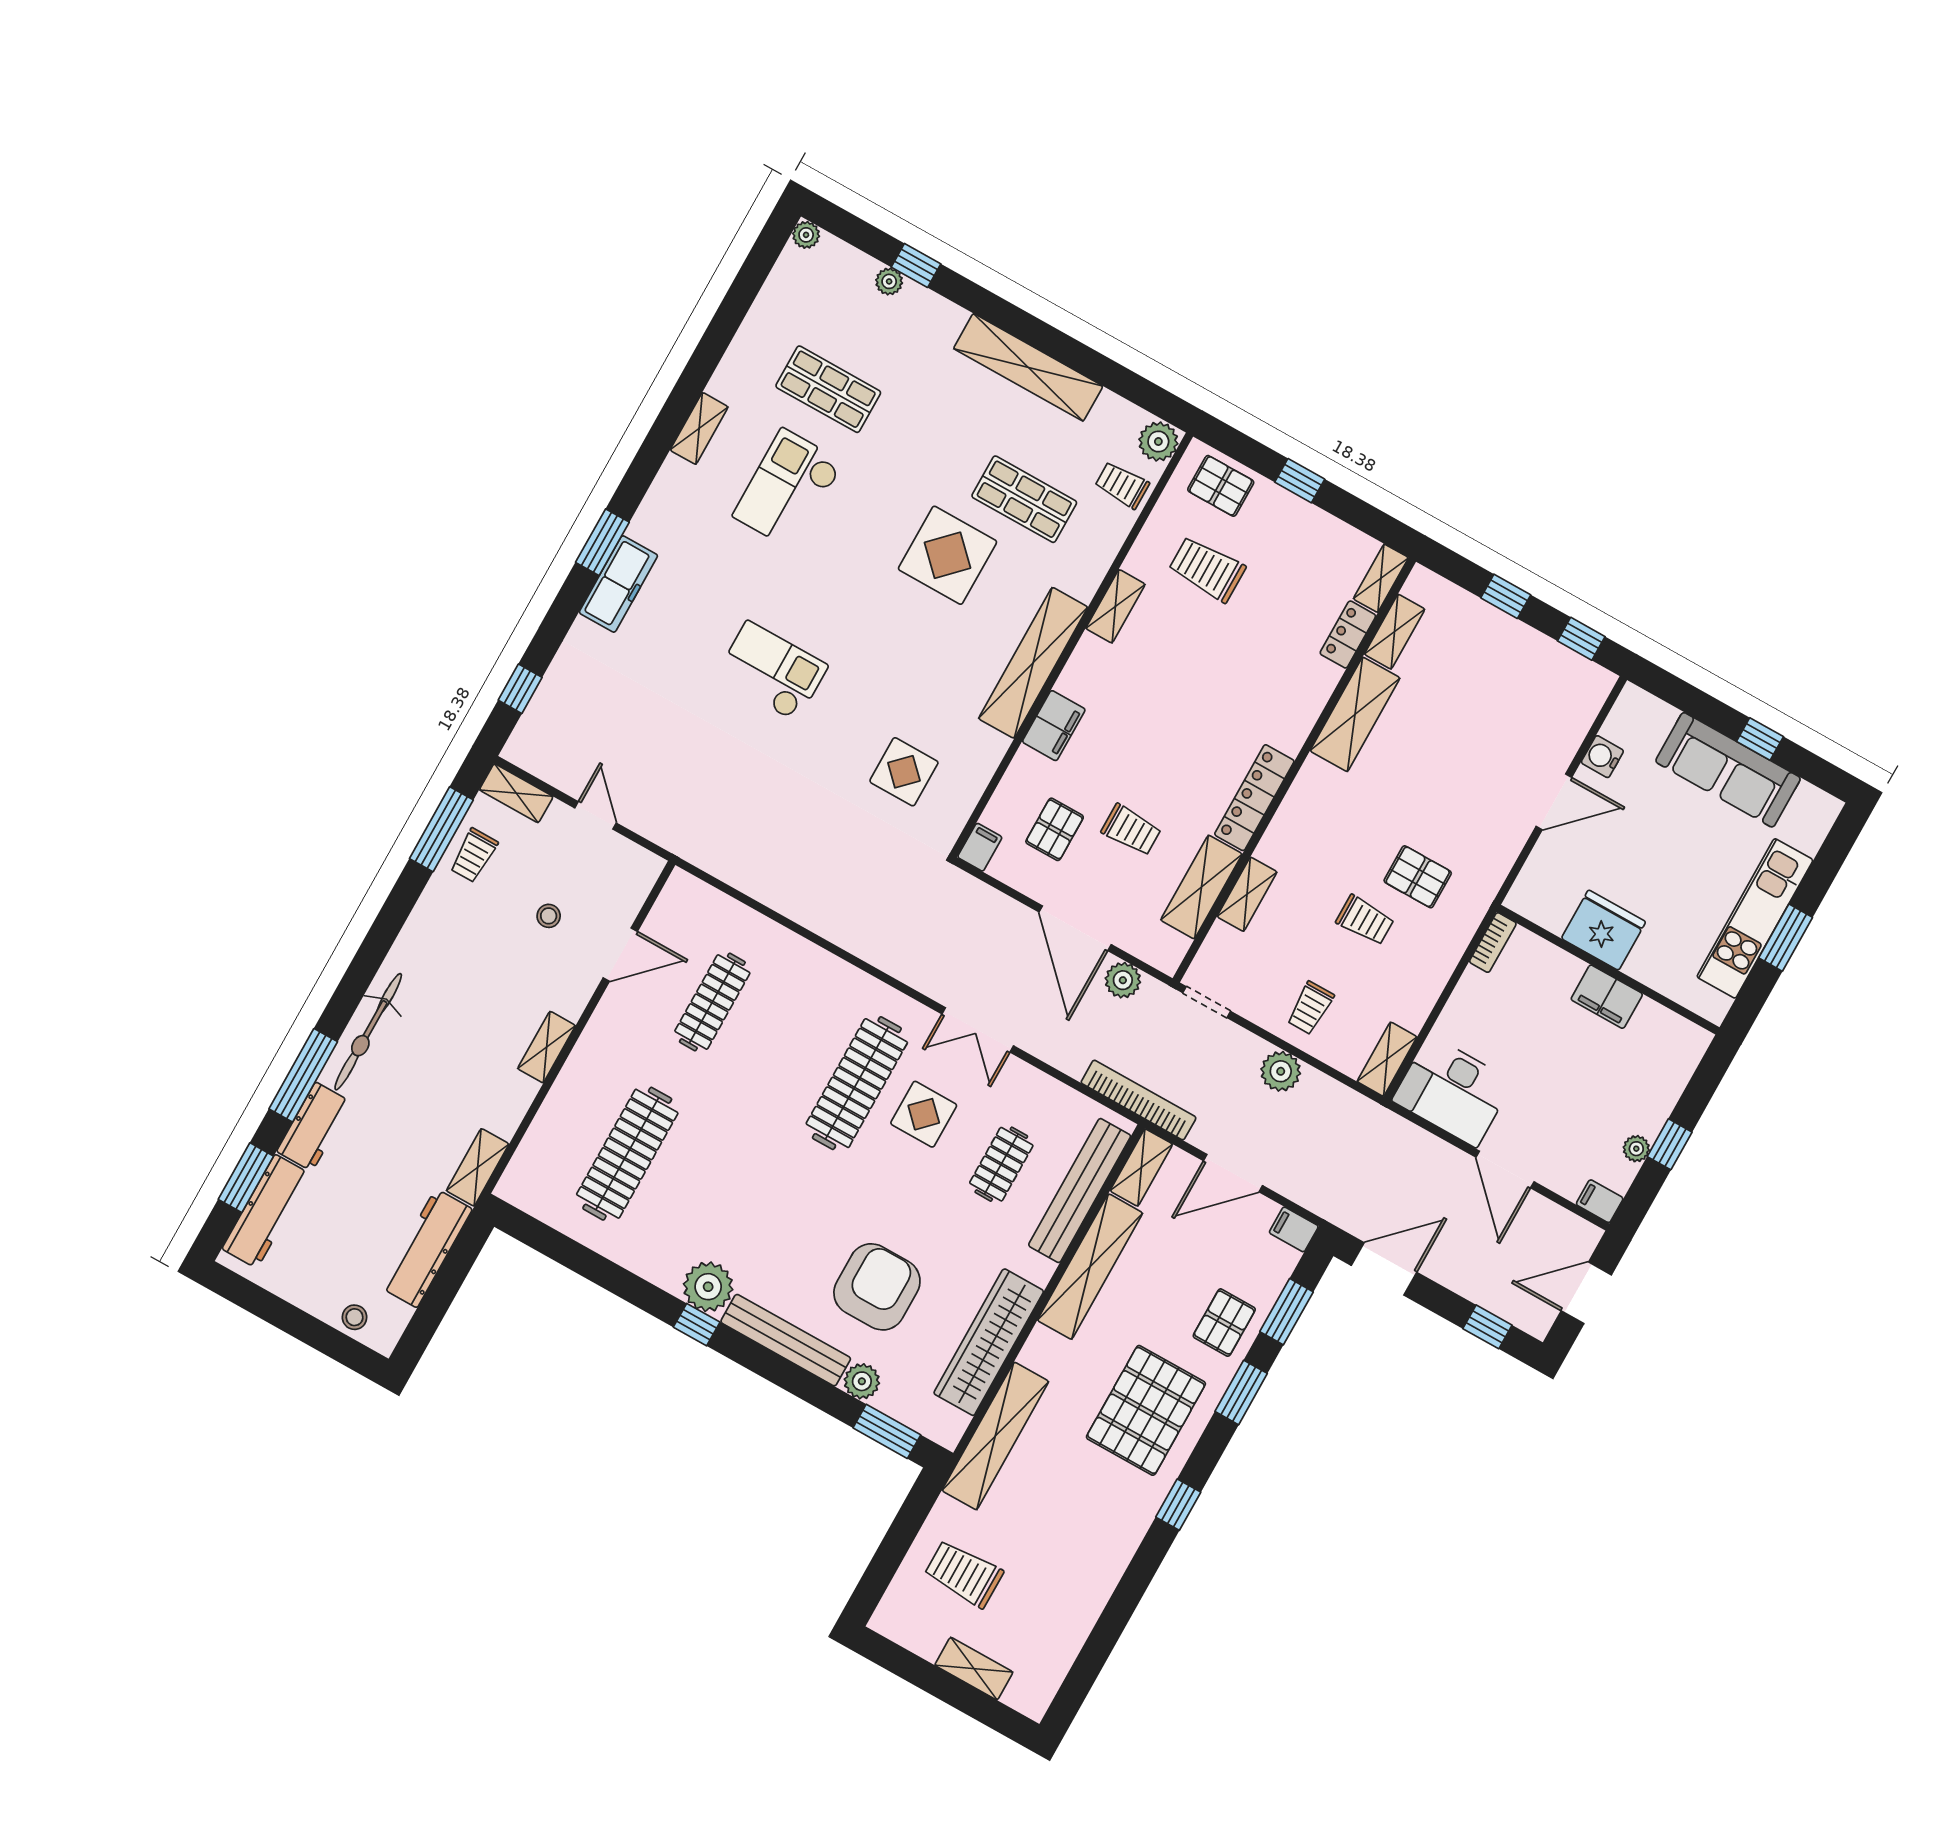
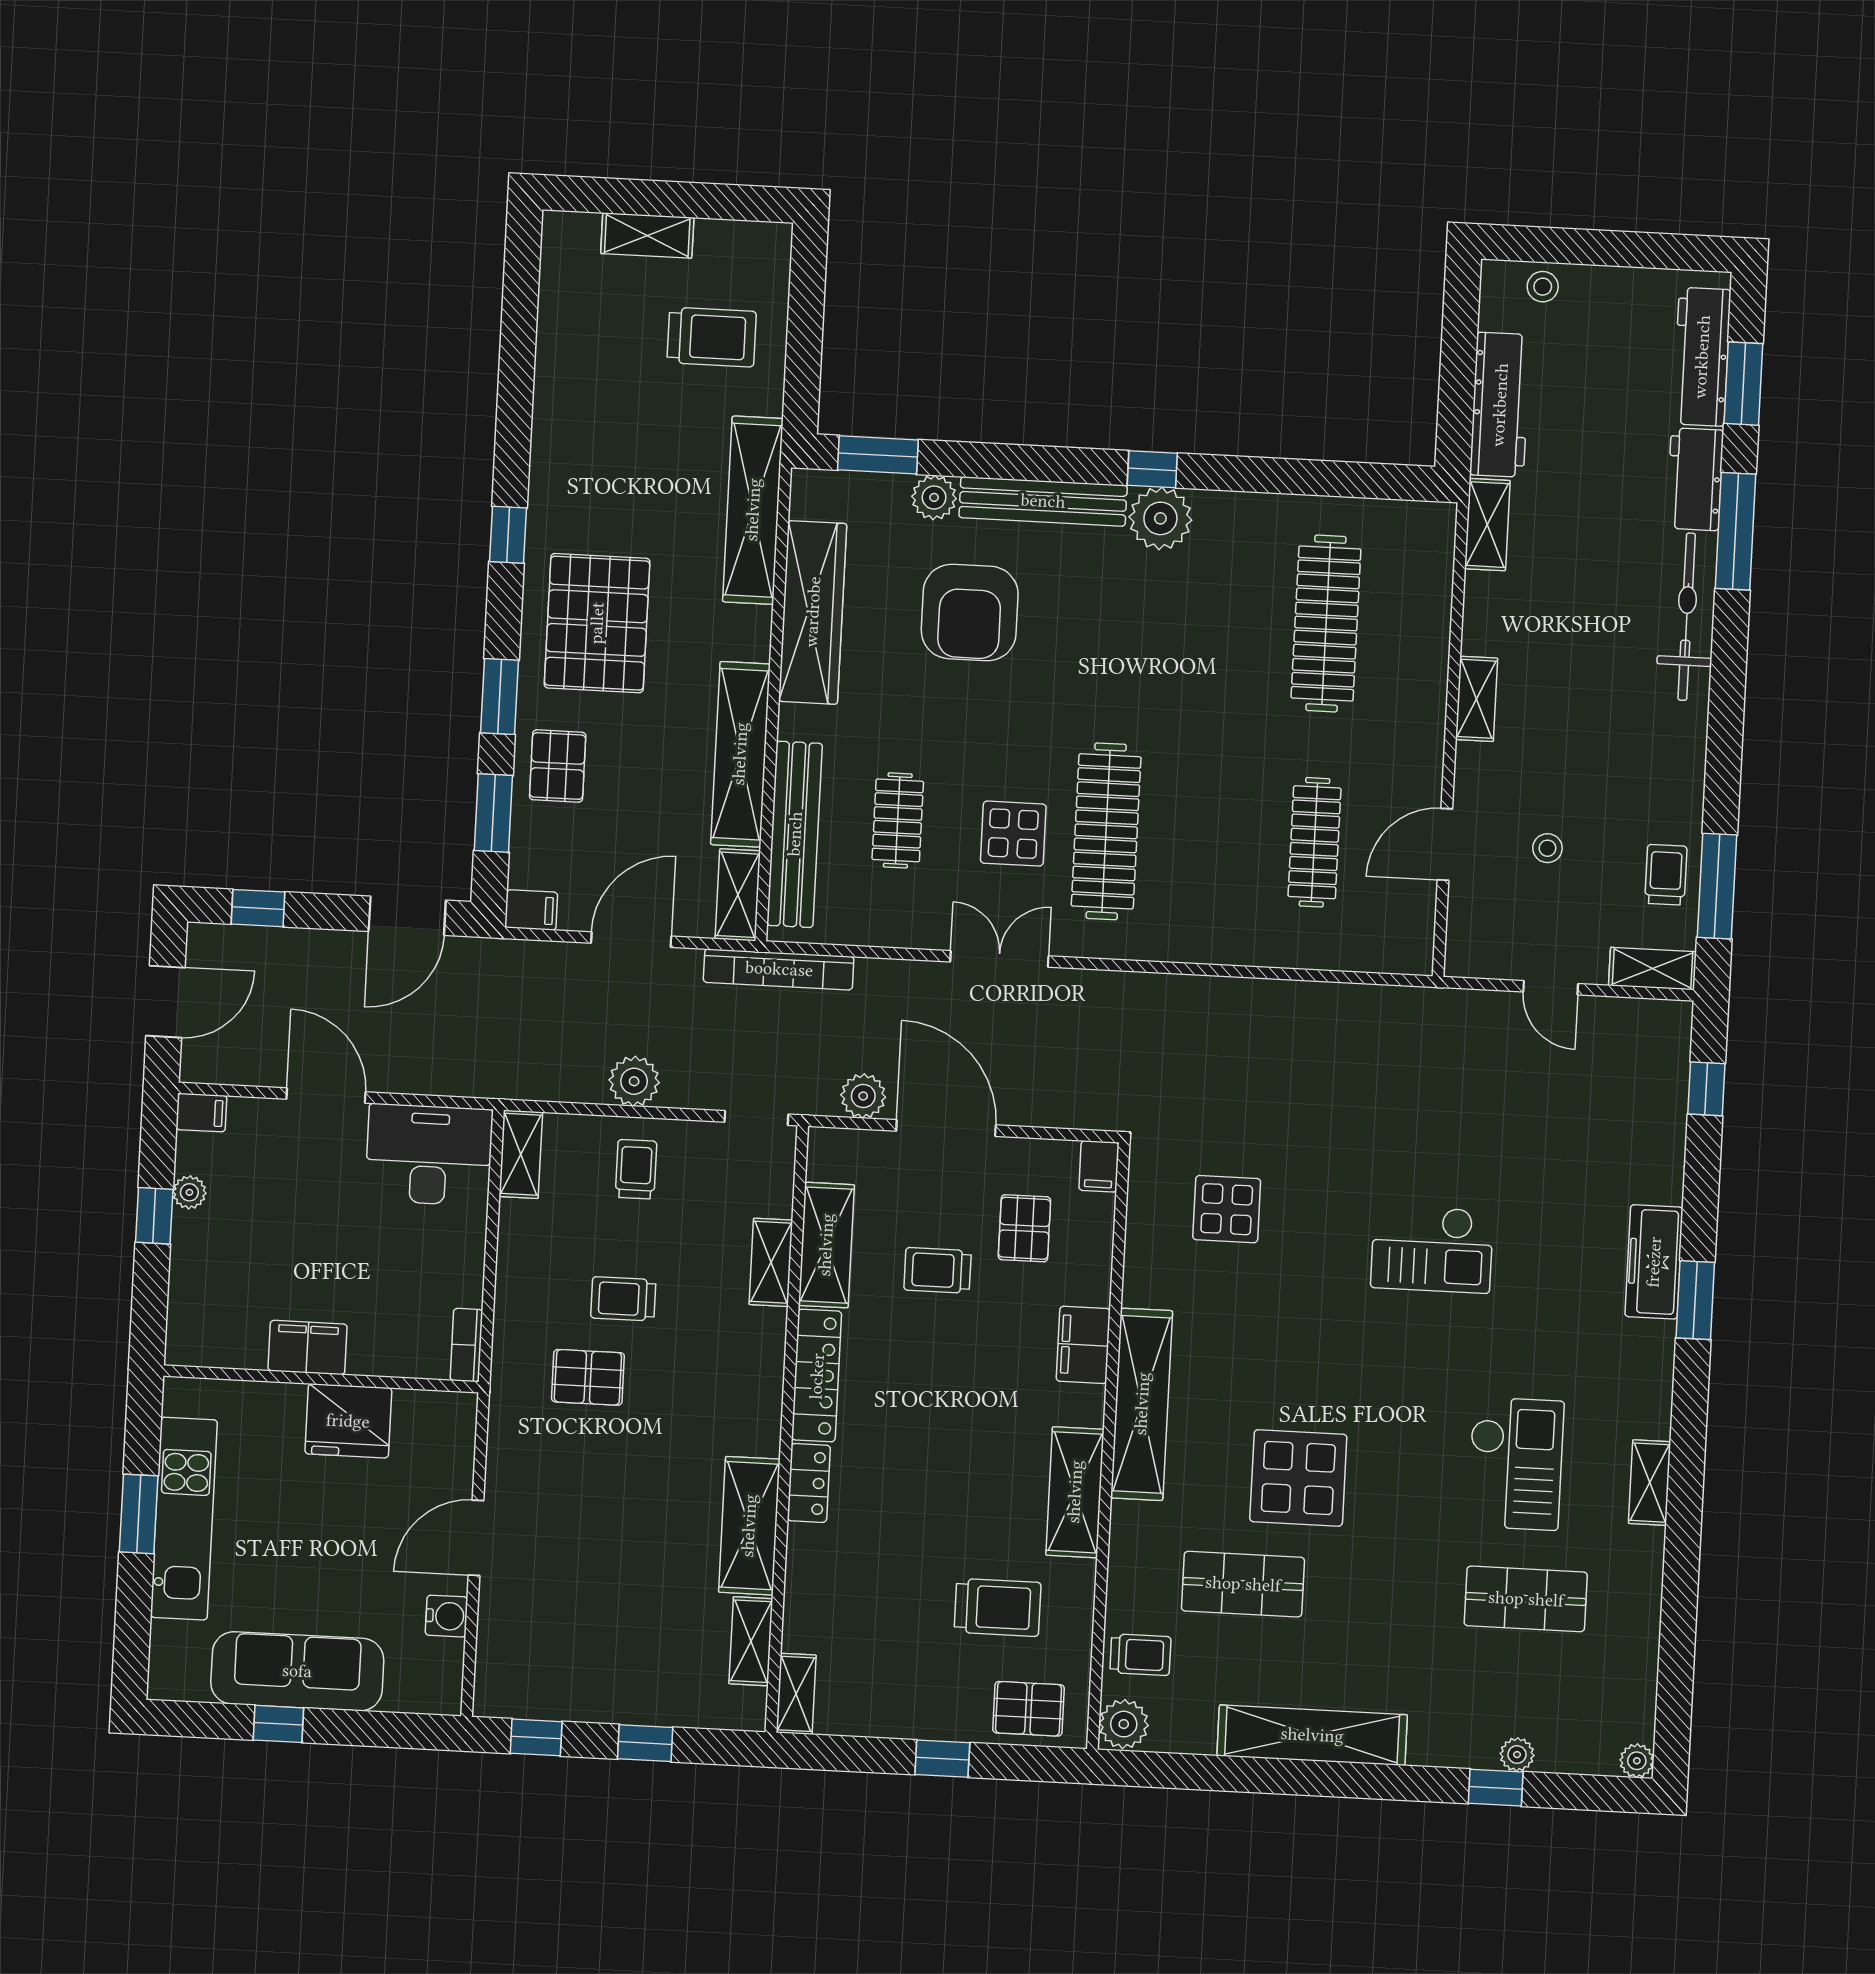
shelving: (1115, 606) -> (1075, 1492), width x1.50, depth x1.33
locker: (1348, 634) -> (809, 1483), moved

